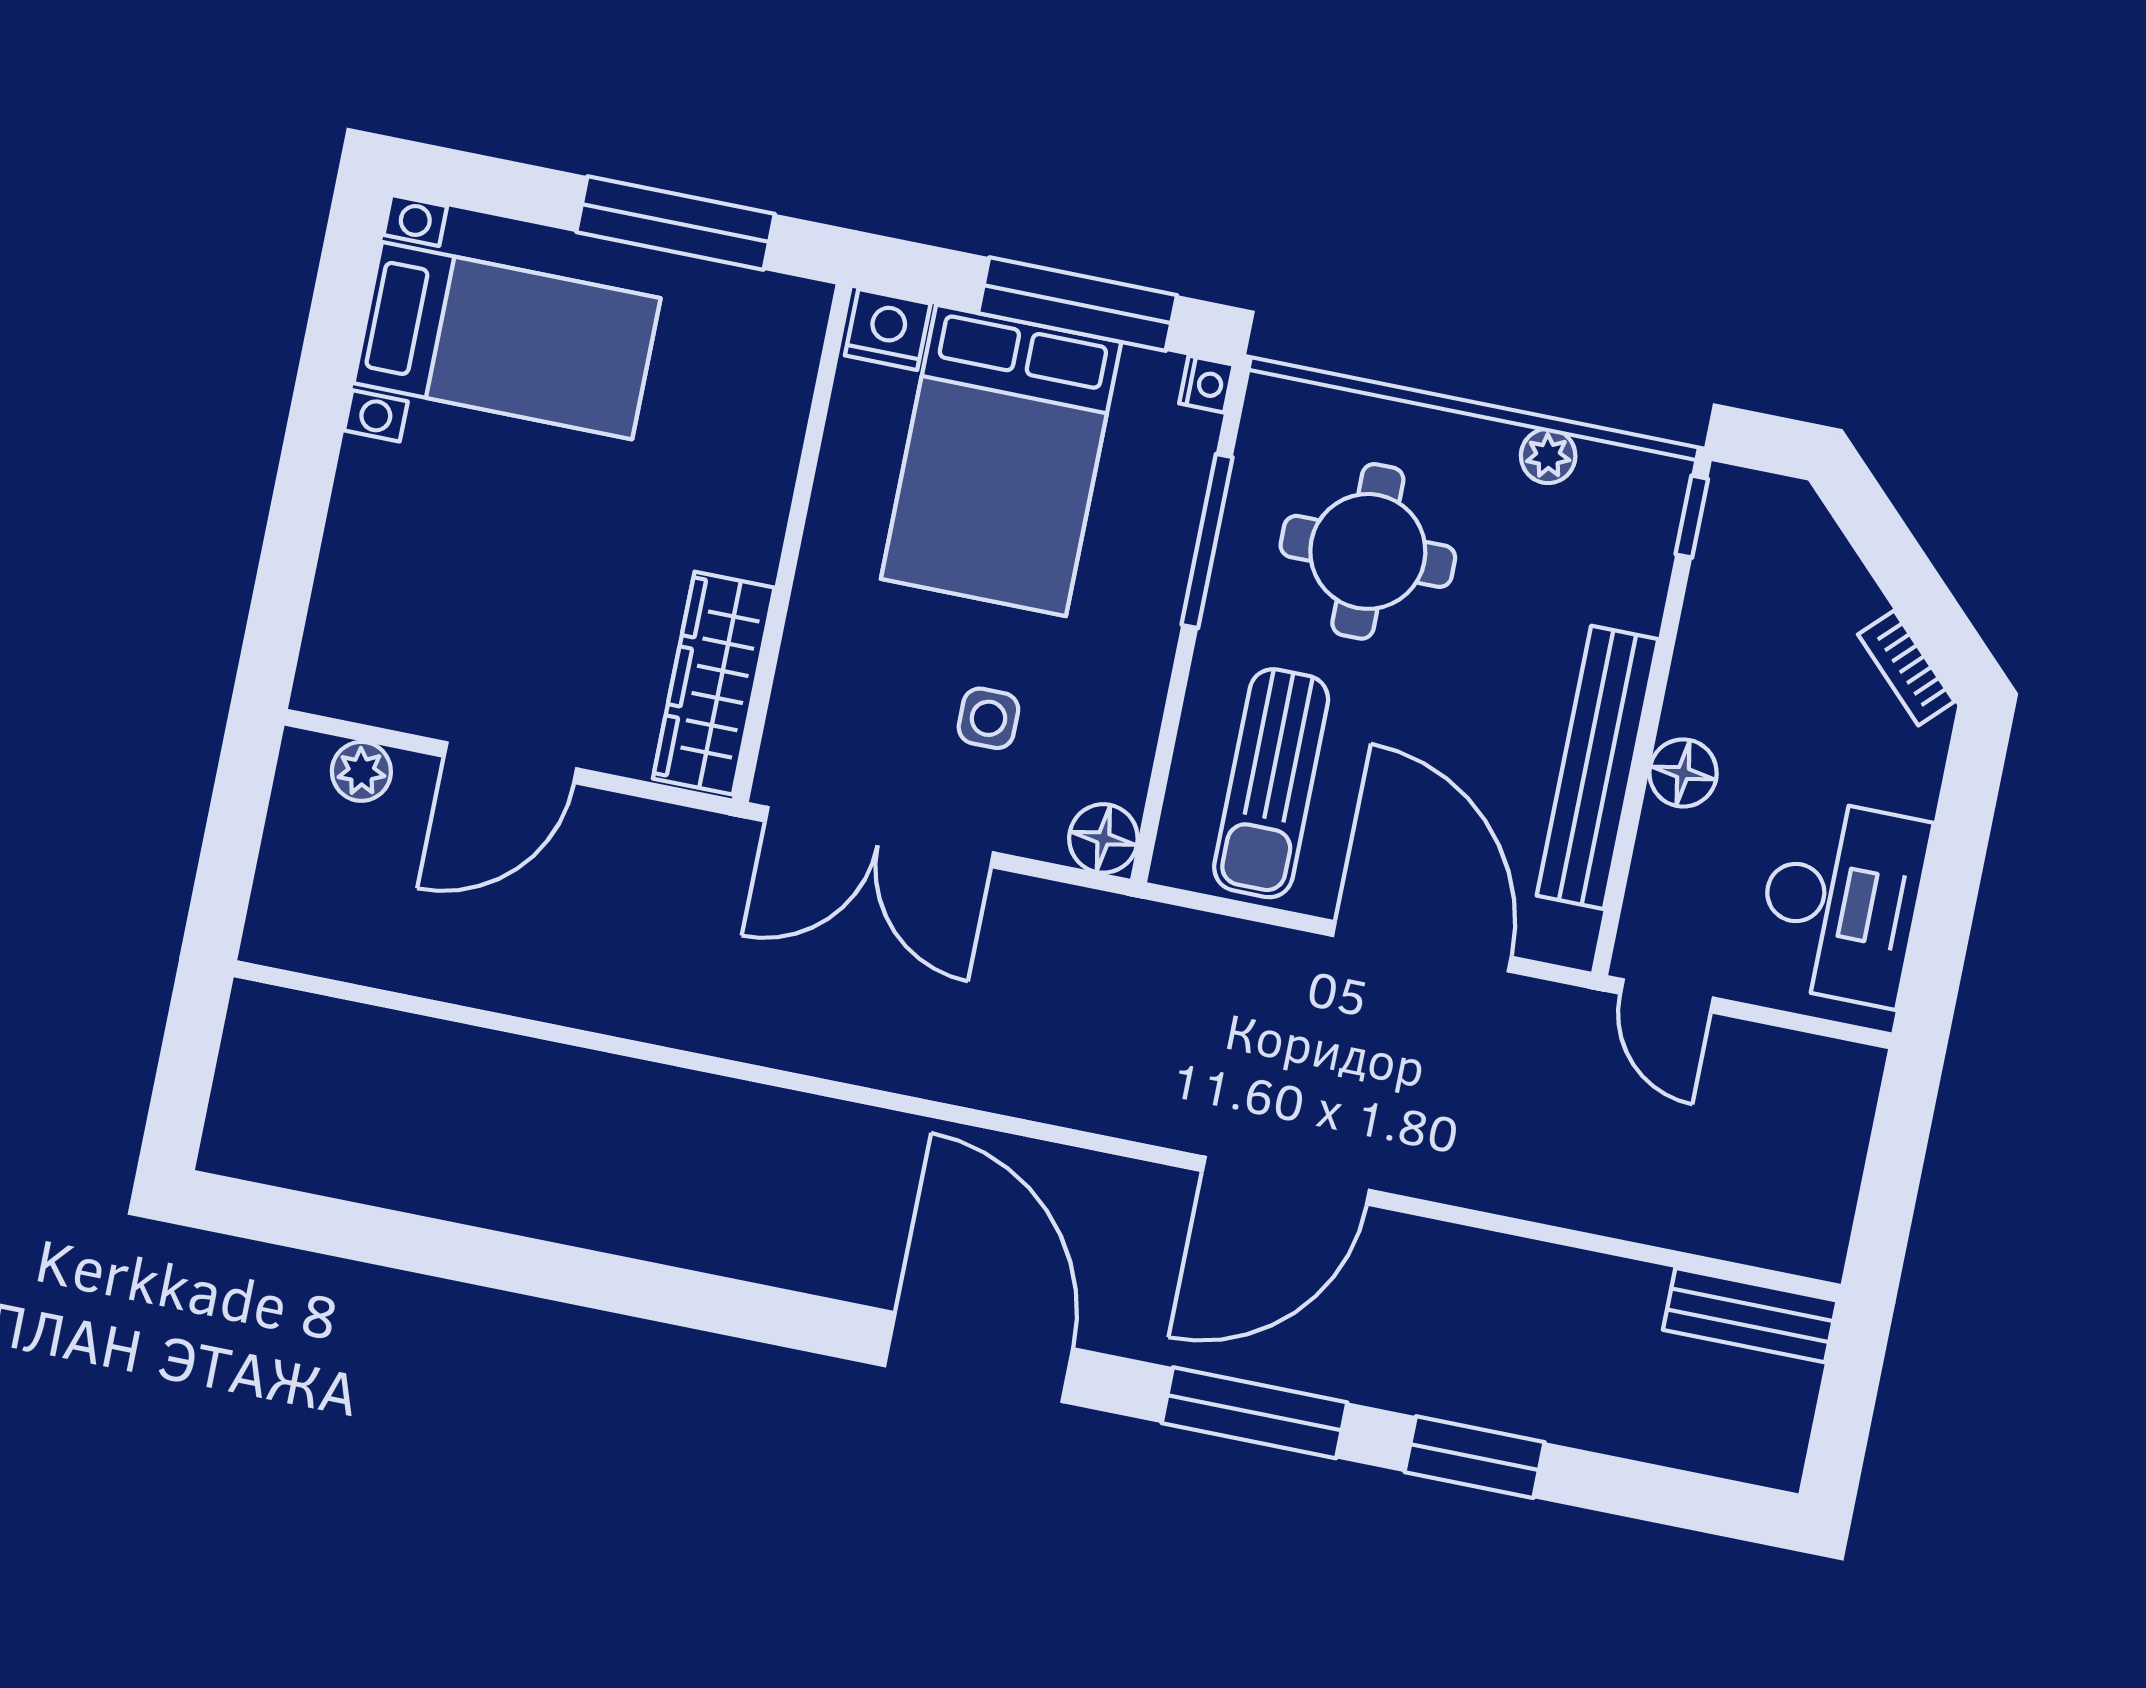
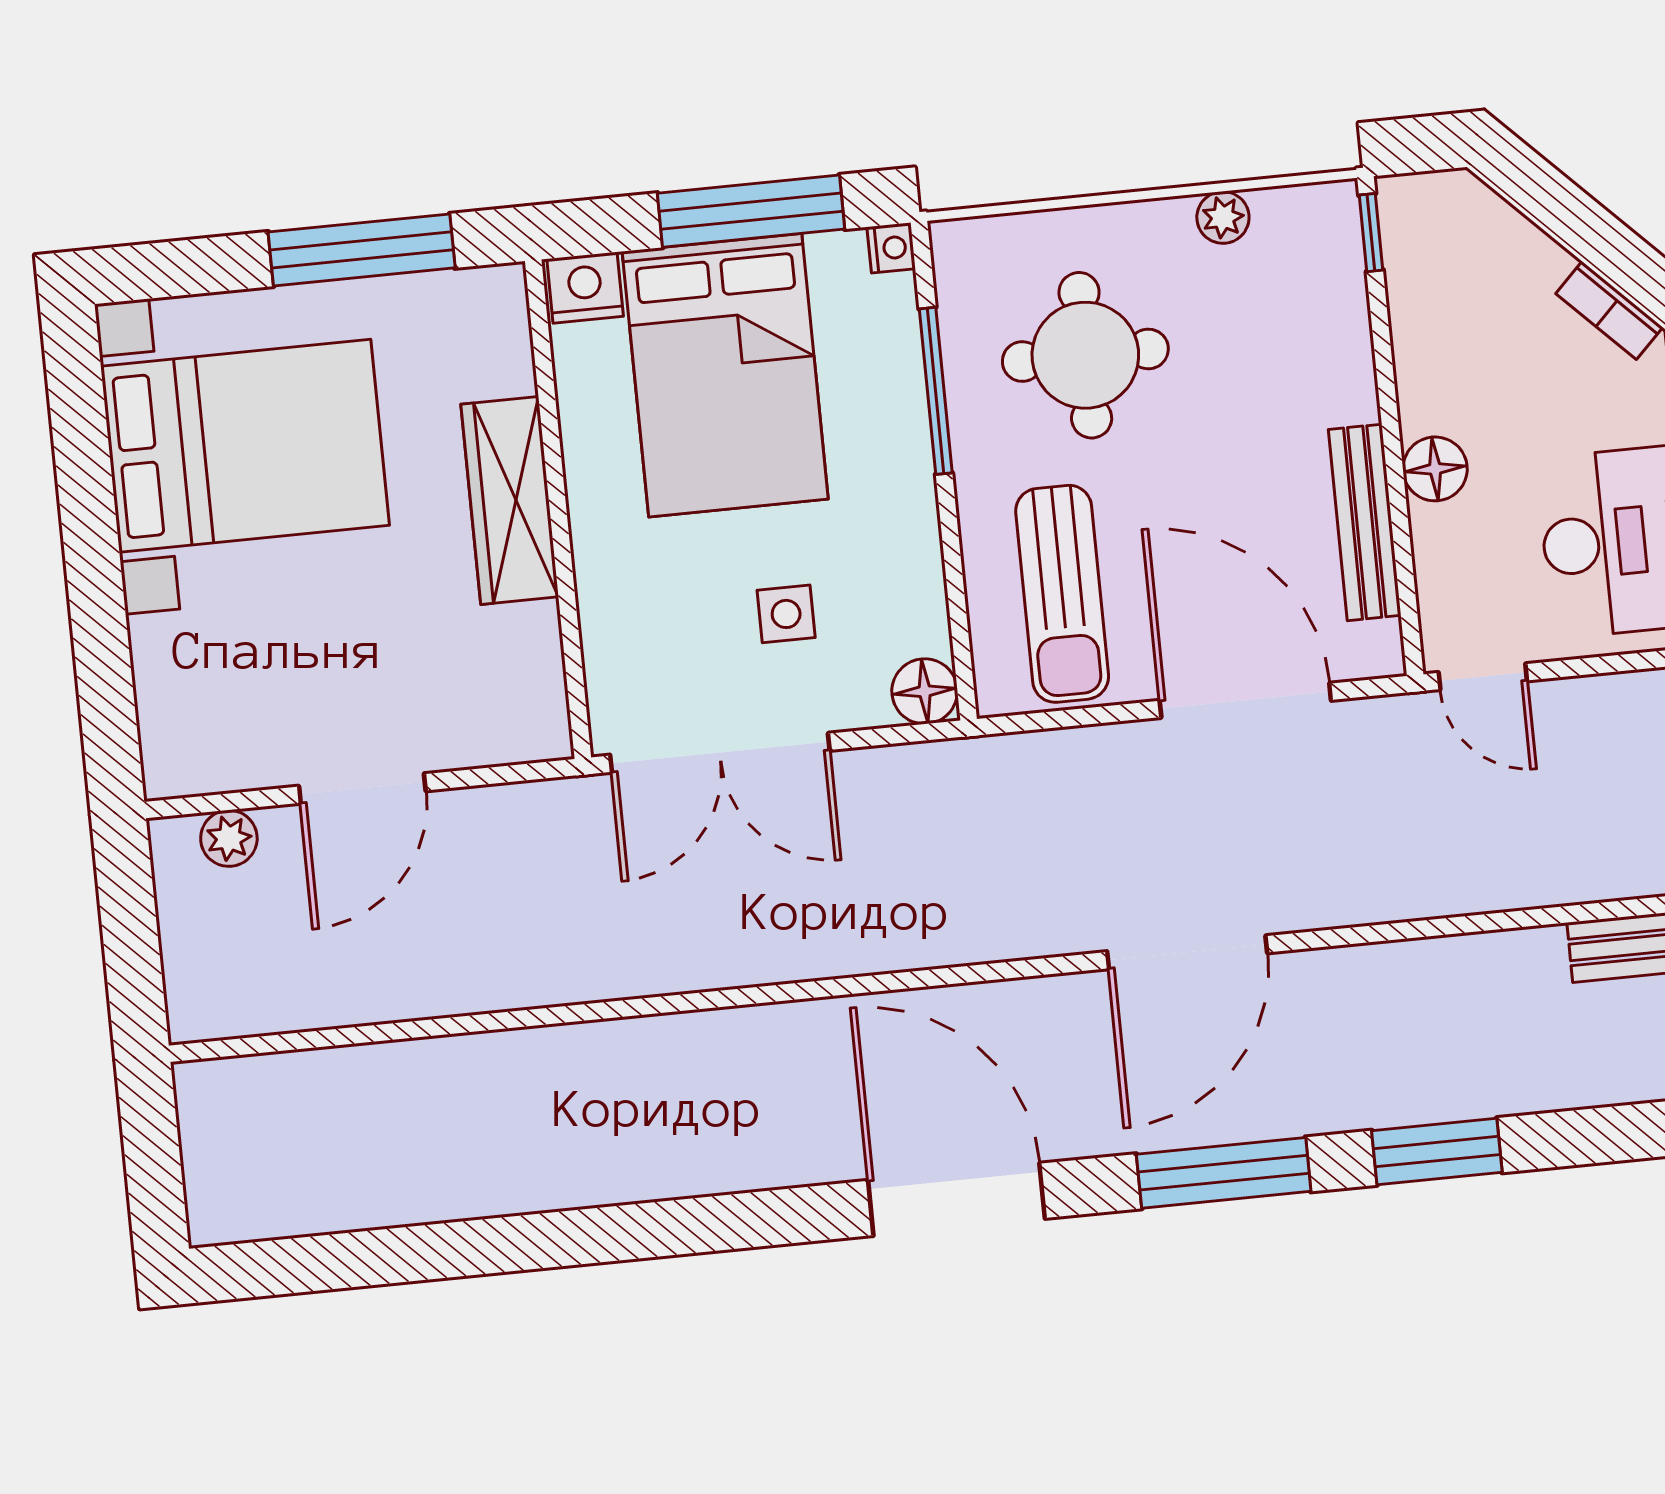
bed with nightstands: (507, 341) -> (245, 446), width x1.36
wardrobe: (714, 683) -> (510, 501), moved
bench: (1597, 767) -> (1365, 522), width x0.73, depth x0.82

